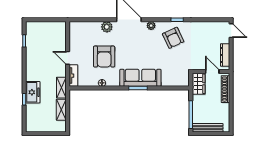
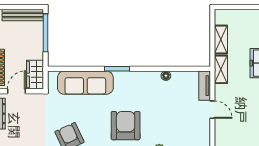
armchair: (104, 57) -> (126, 126), moved
door: (212, 71) -> (16, 91), swing flipped
sofa: (140, 78) -> (85, 83), moved

